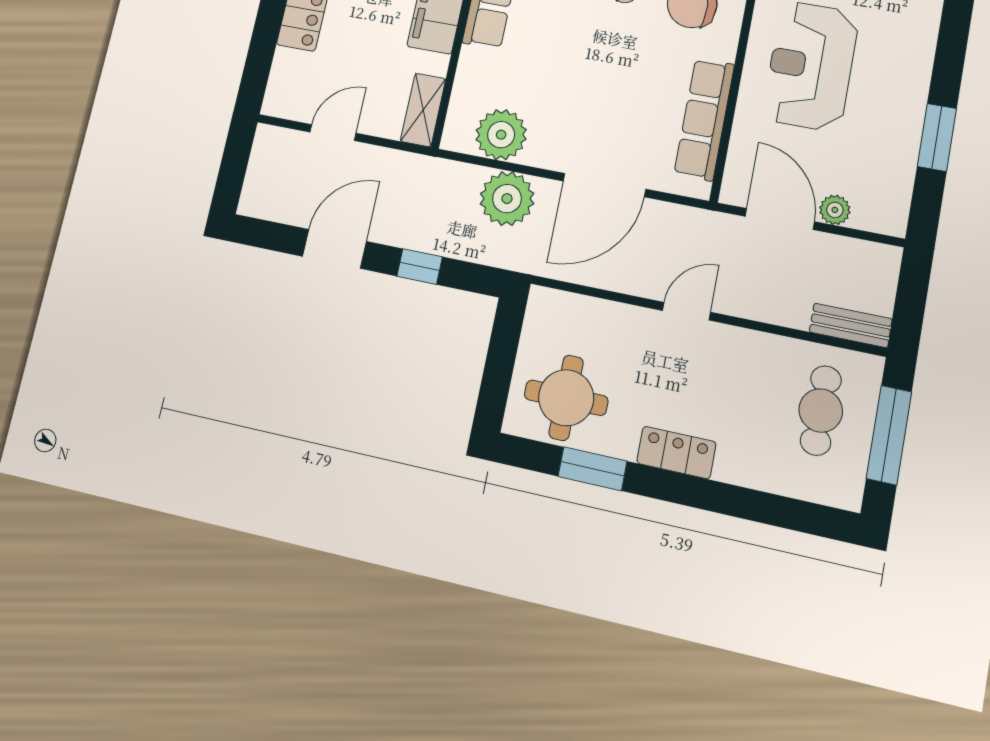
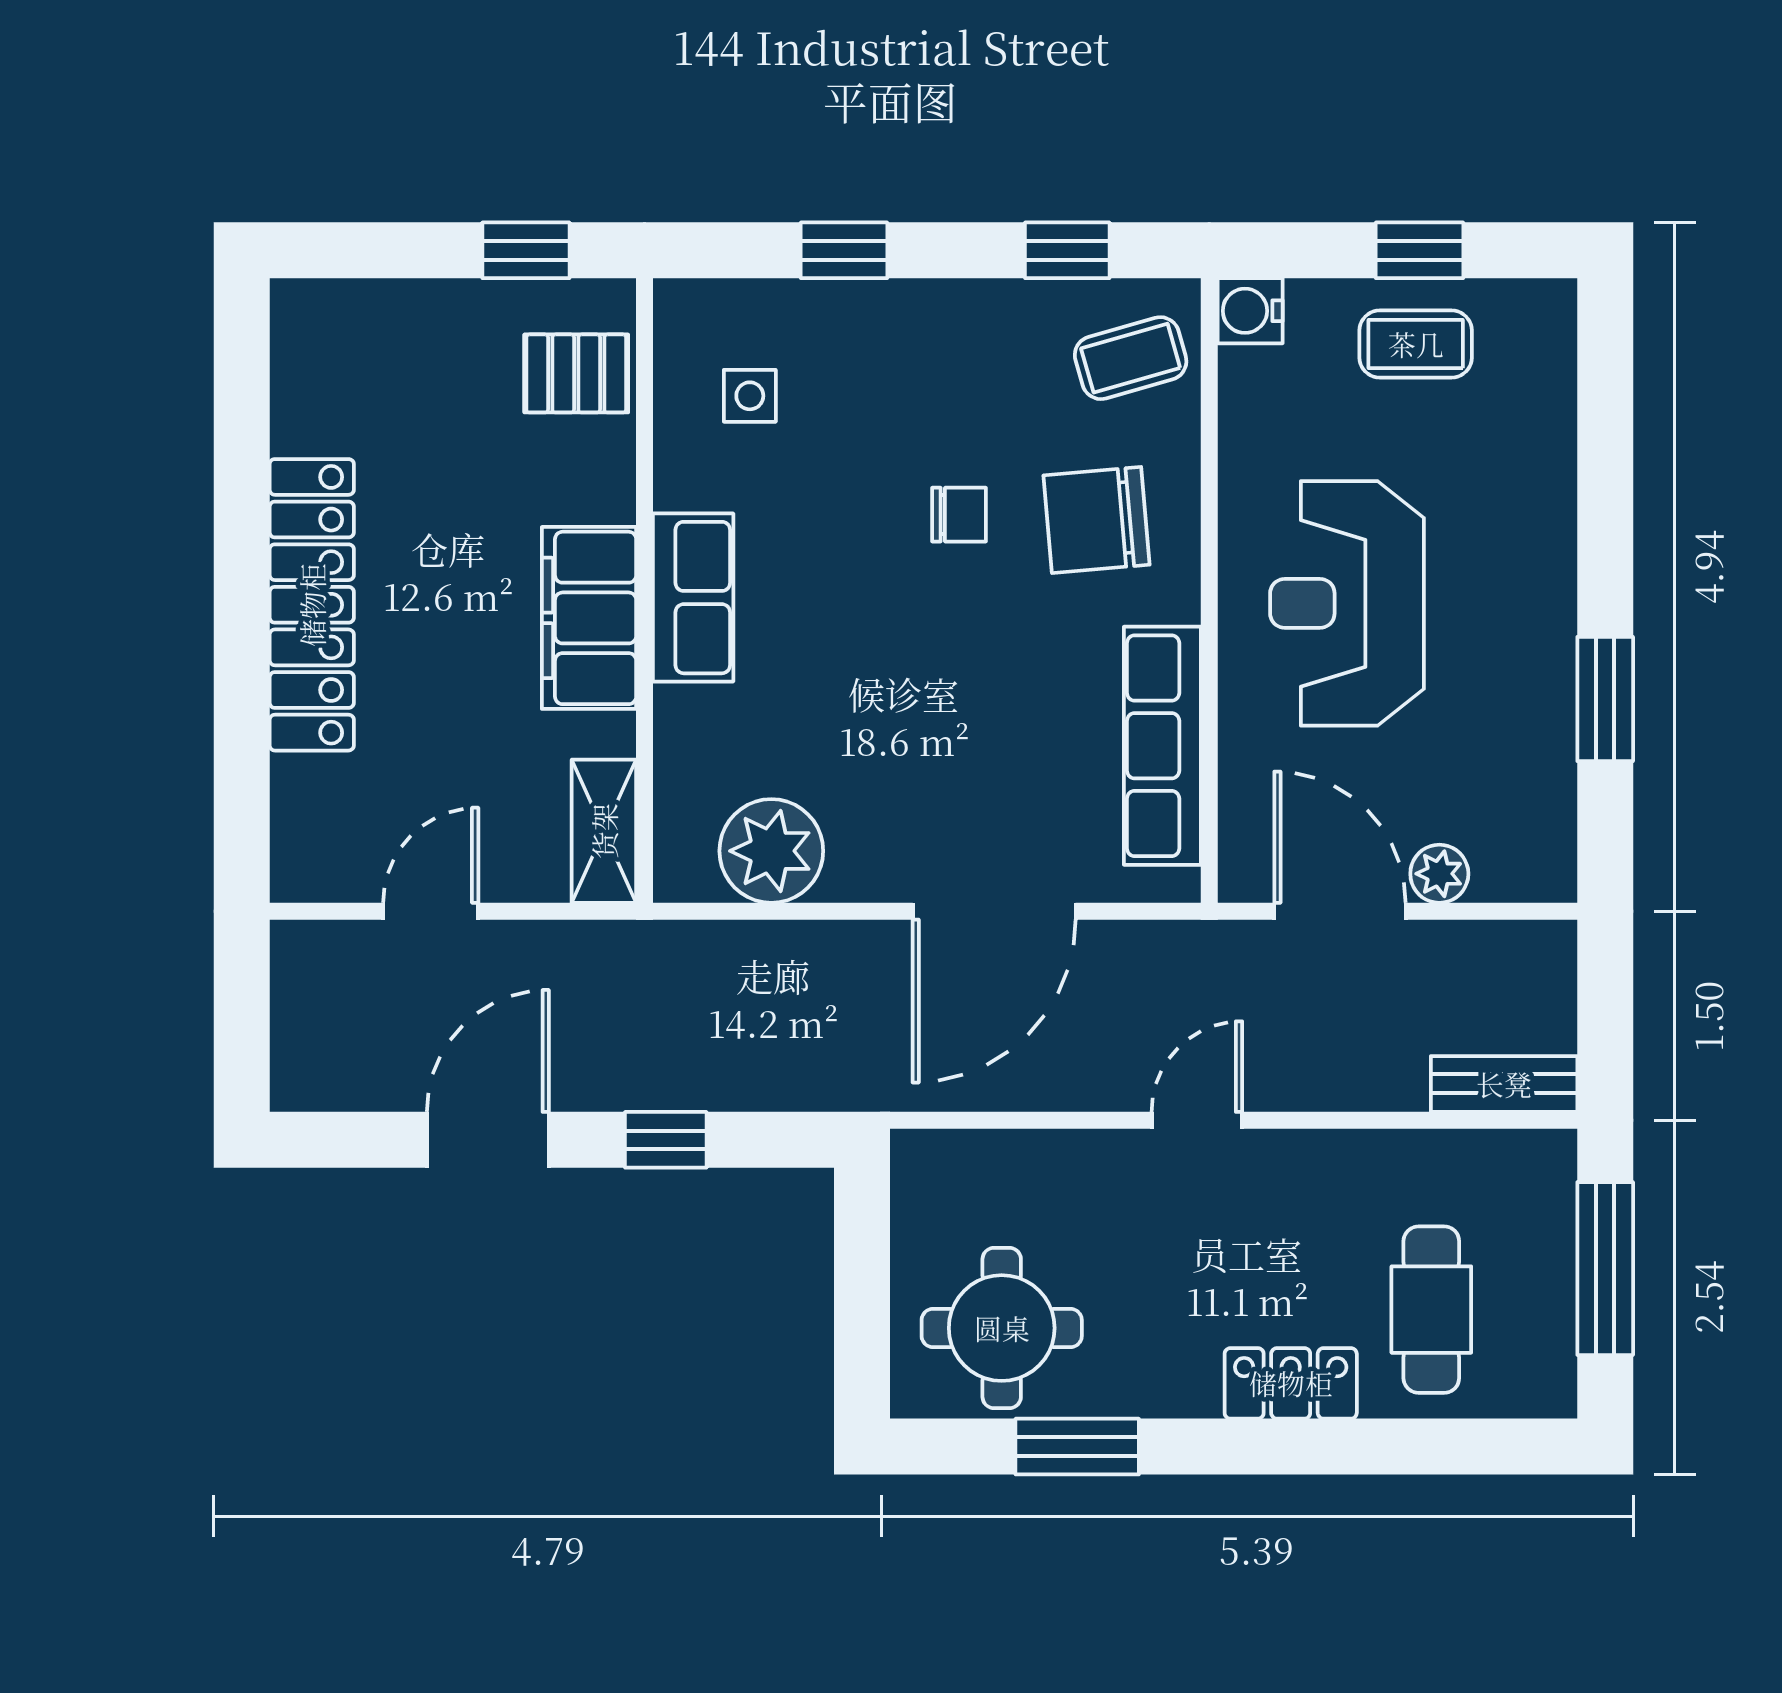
plant: (507, 199) -> (810, 974), removed
cafe table: (821, 410) -> (1431, 1310), moved
locker: (676, 452) -> (1291, 1383), moved

